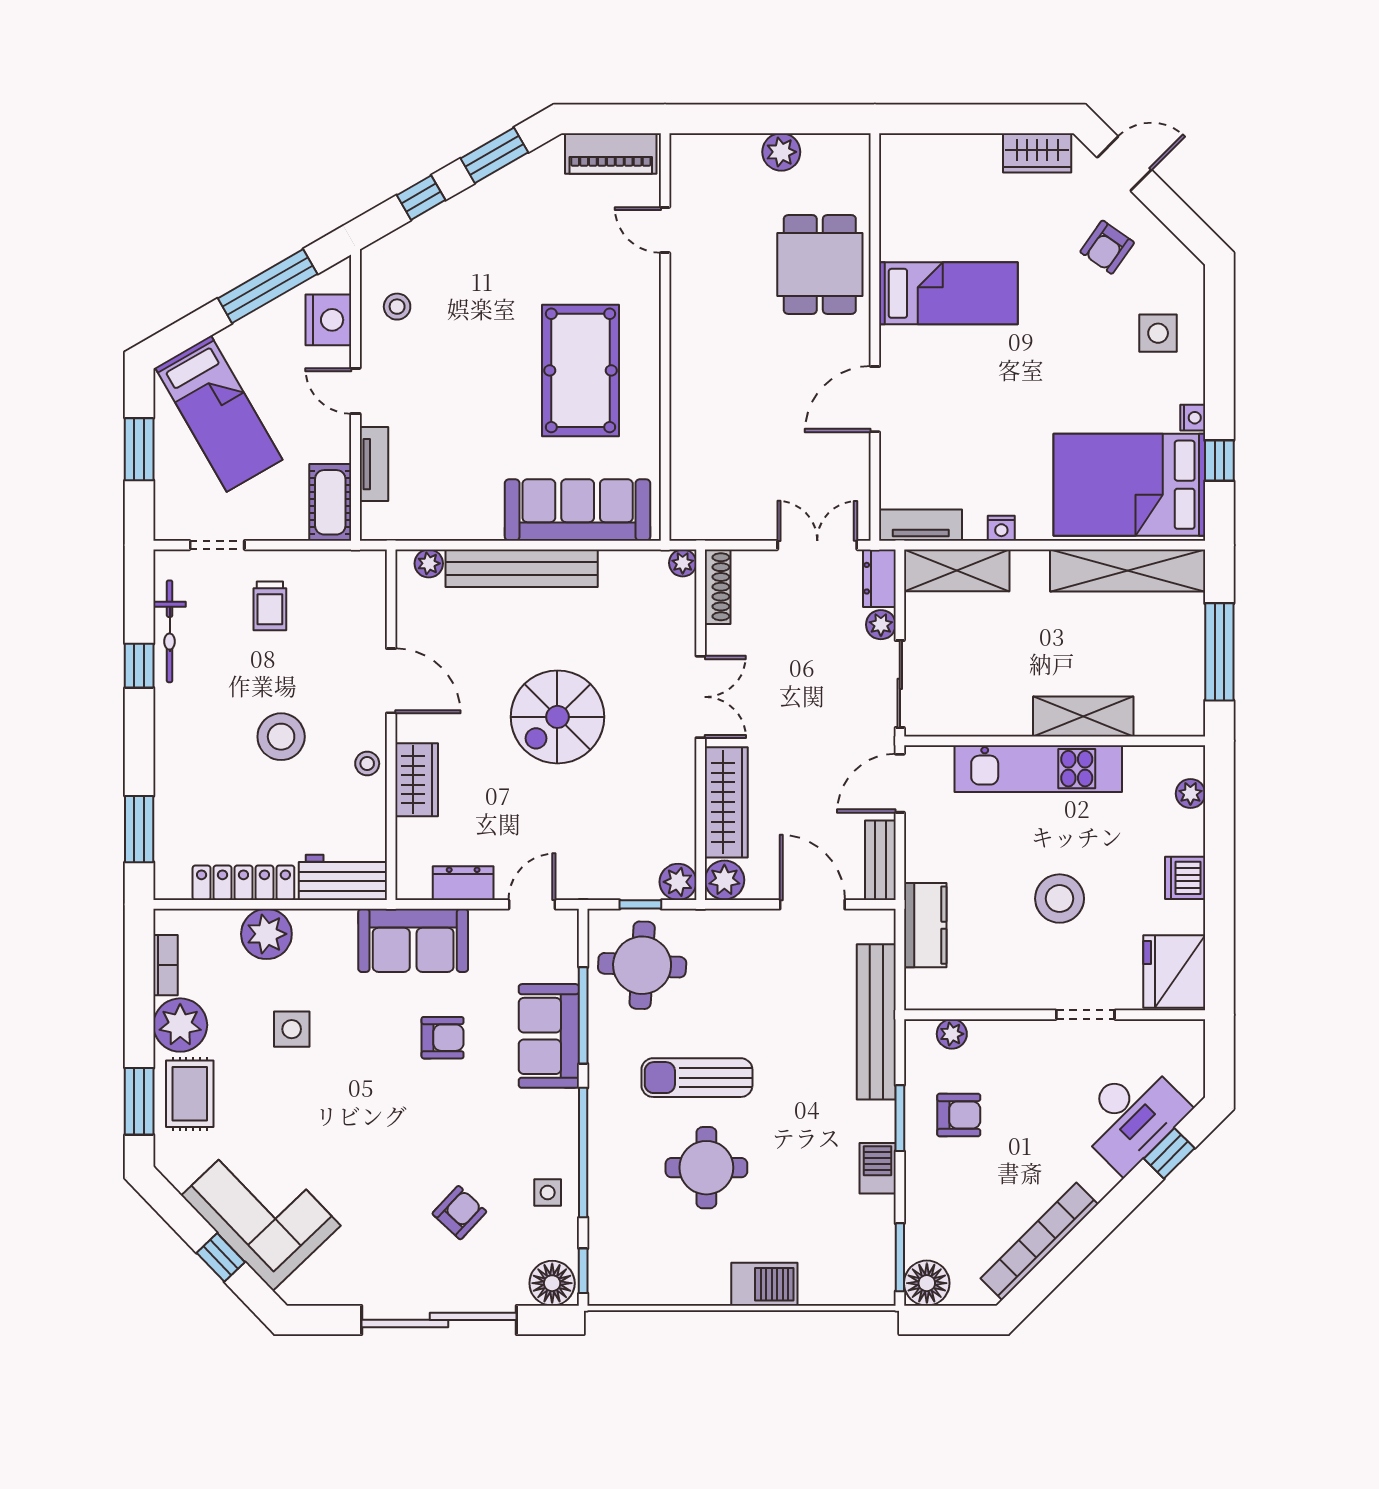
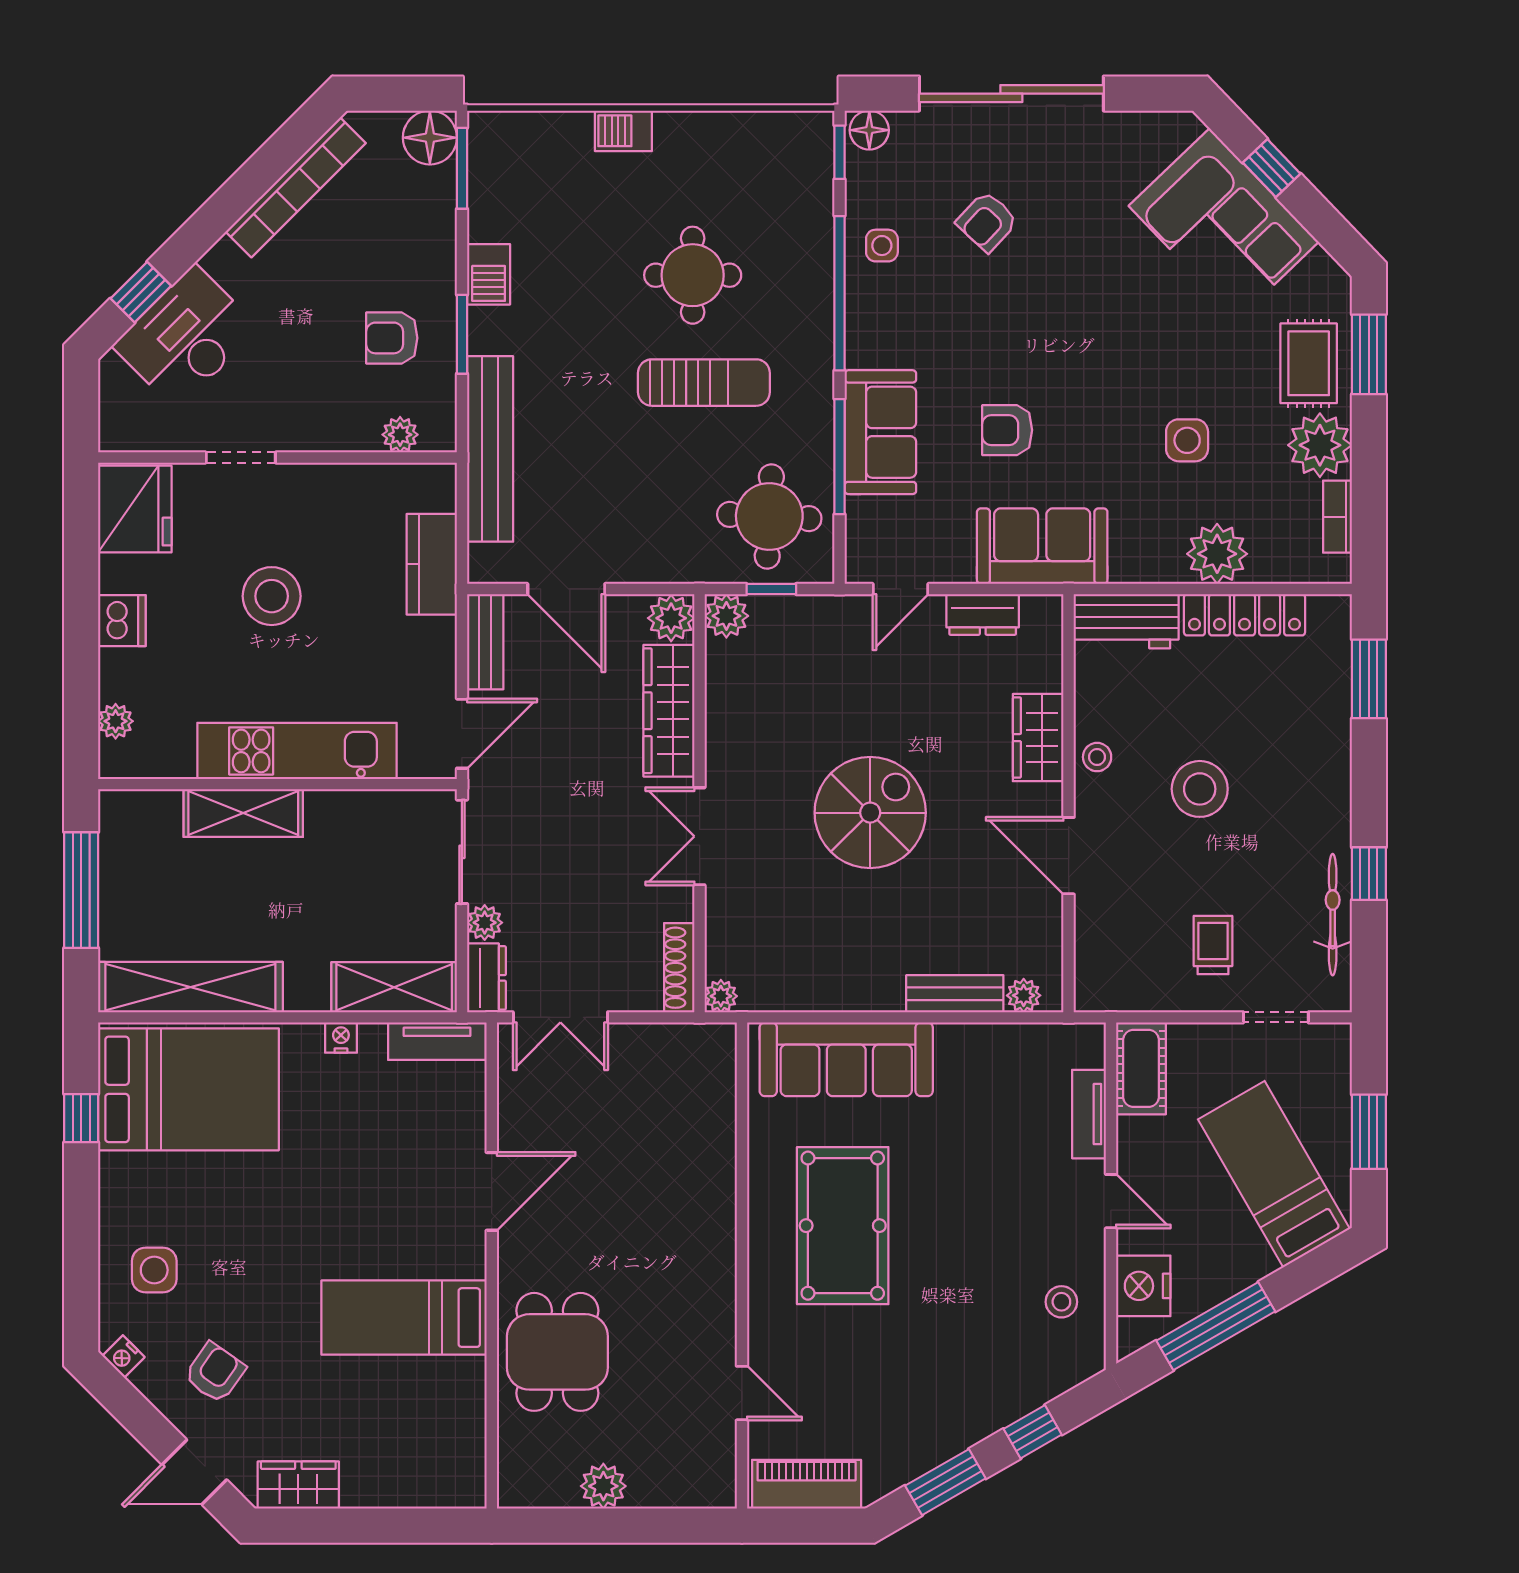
nightstand: (1193, 418) -> (123, 1356), moved, turned -45
bench: (522, 568) -> (955, 994), width x0.54, depth x0.82
floor lamp: (552, 1283) -> (869, 130), width x0.73, depth x0.73
barbecue: (764, 1284) -> (623, 131), width x0.73, depth x0.79

